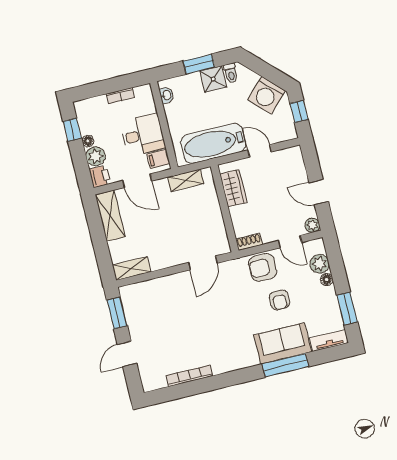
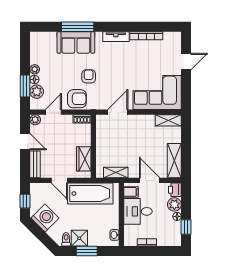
bench: (298, 164) -> (35, 164), added
door: (290, 242) -> (53, 112), hinge flipped
plant: (330, 293) -> (35, 69), added
armchair: (279, 300) -> (89, 76), moved
corner sofa: (156, 302) -> (157, 92), added
window: (347, 309) -> (25, 86), moved
window: (117, 313) -> (186, 92), removed
tv unit: (329, 340) -> (116, 37), moved

